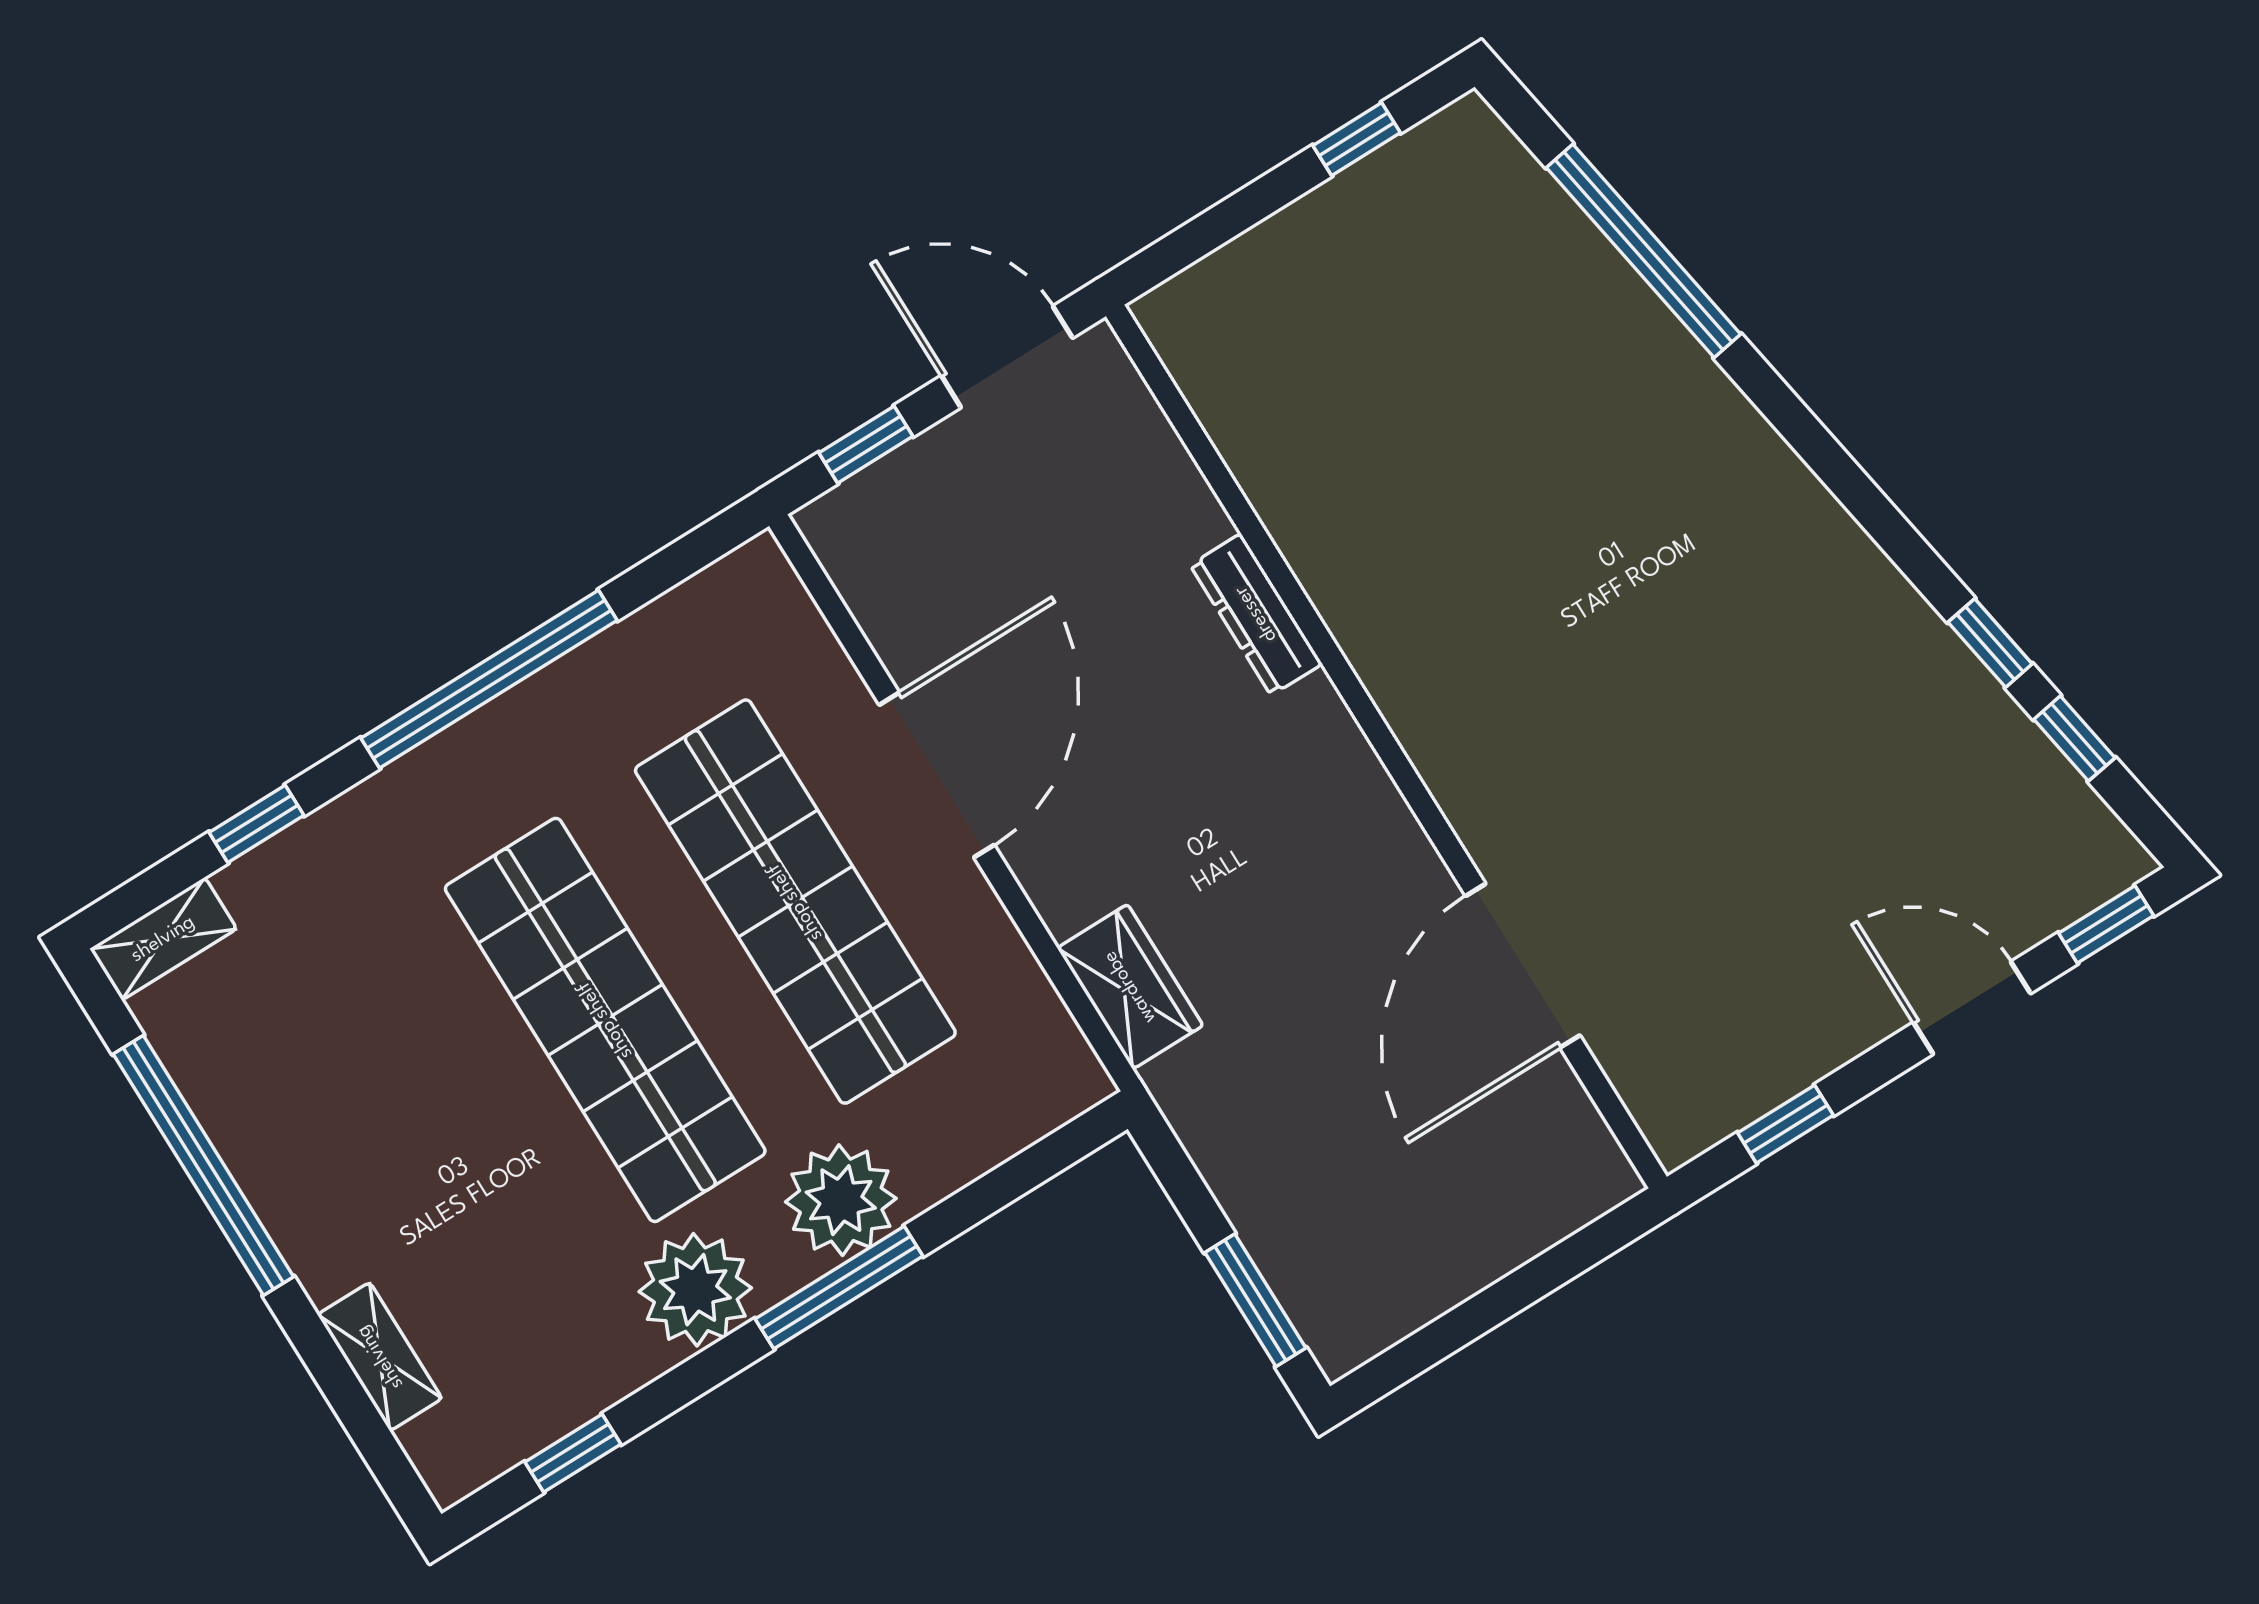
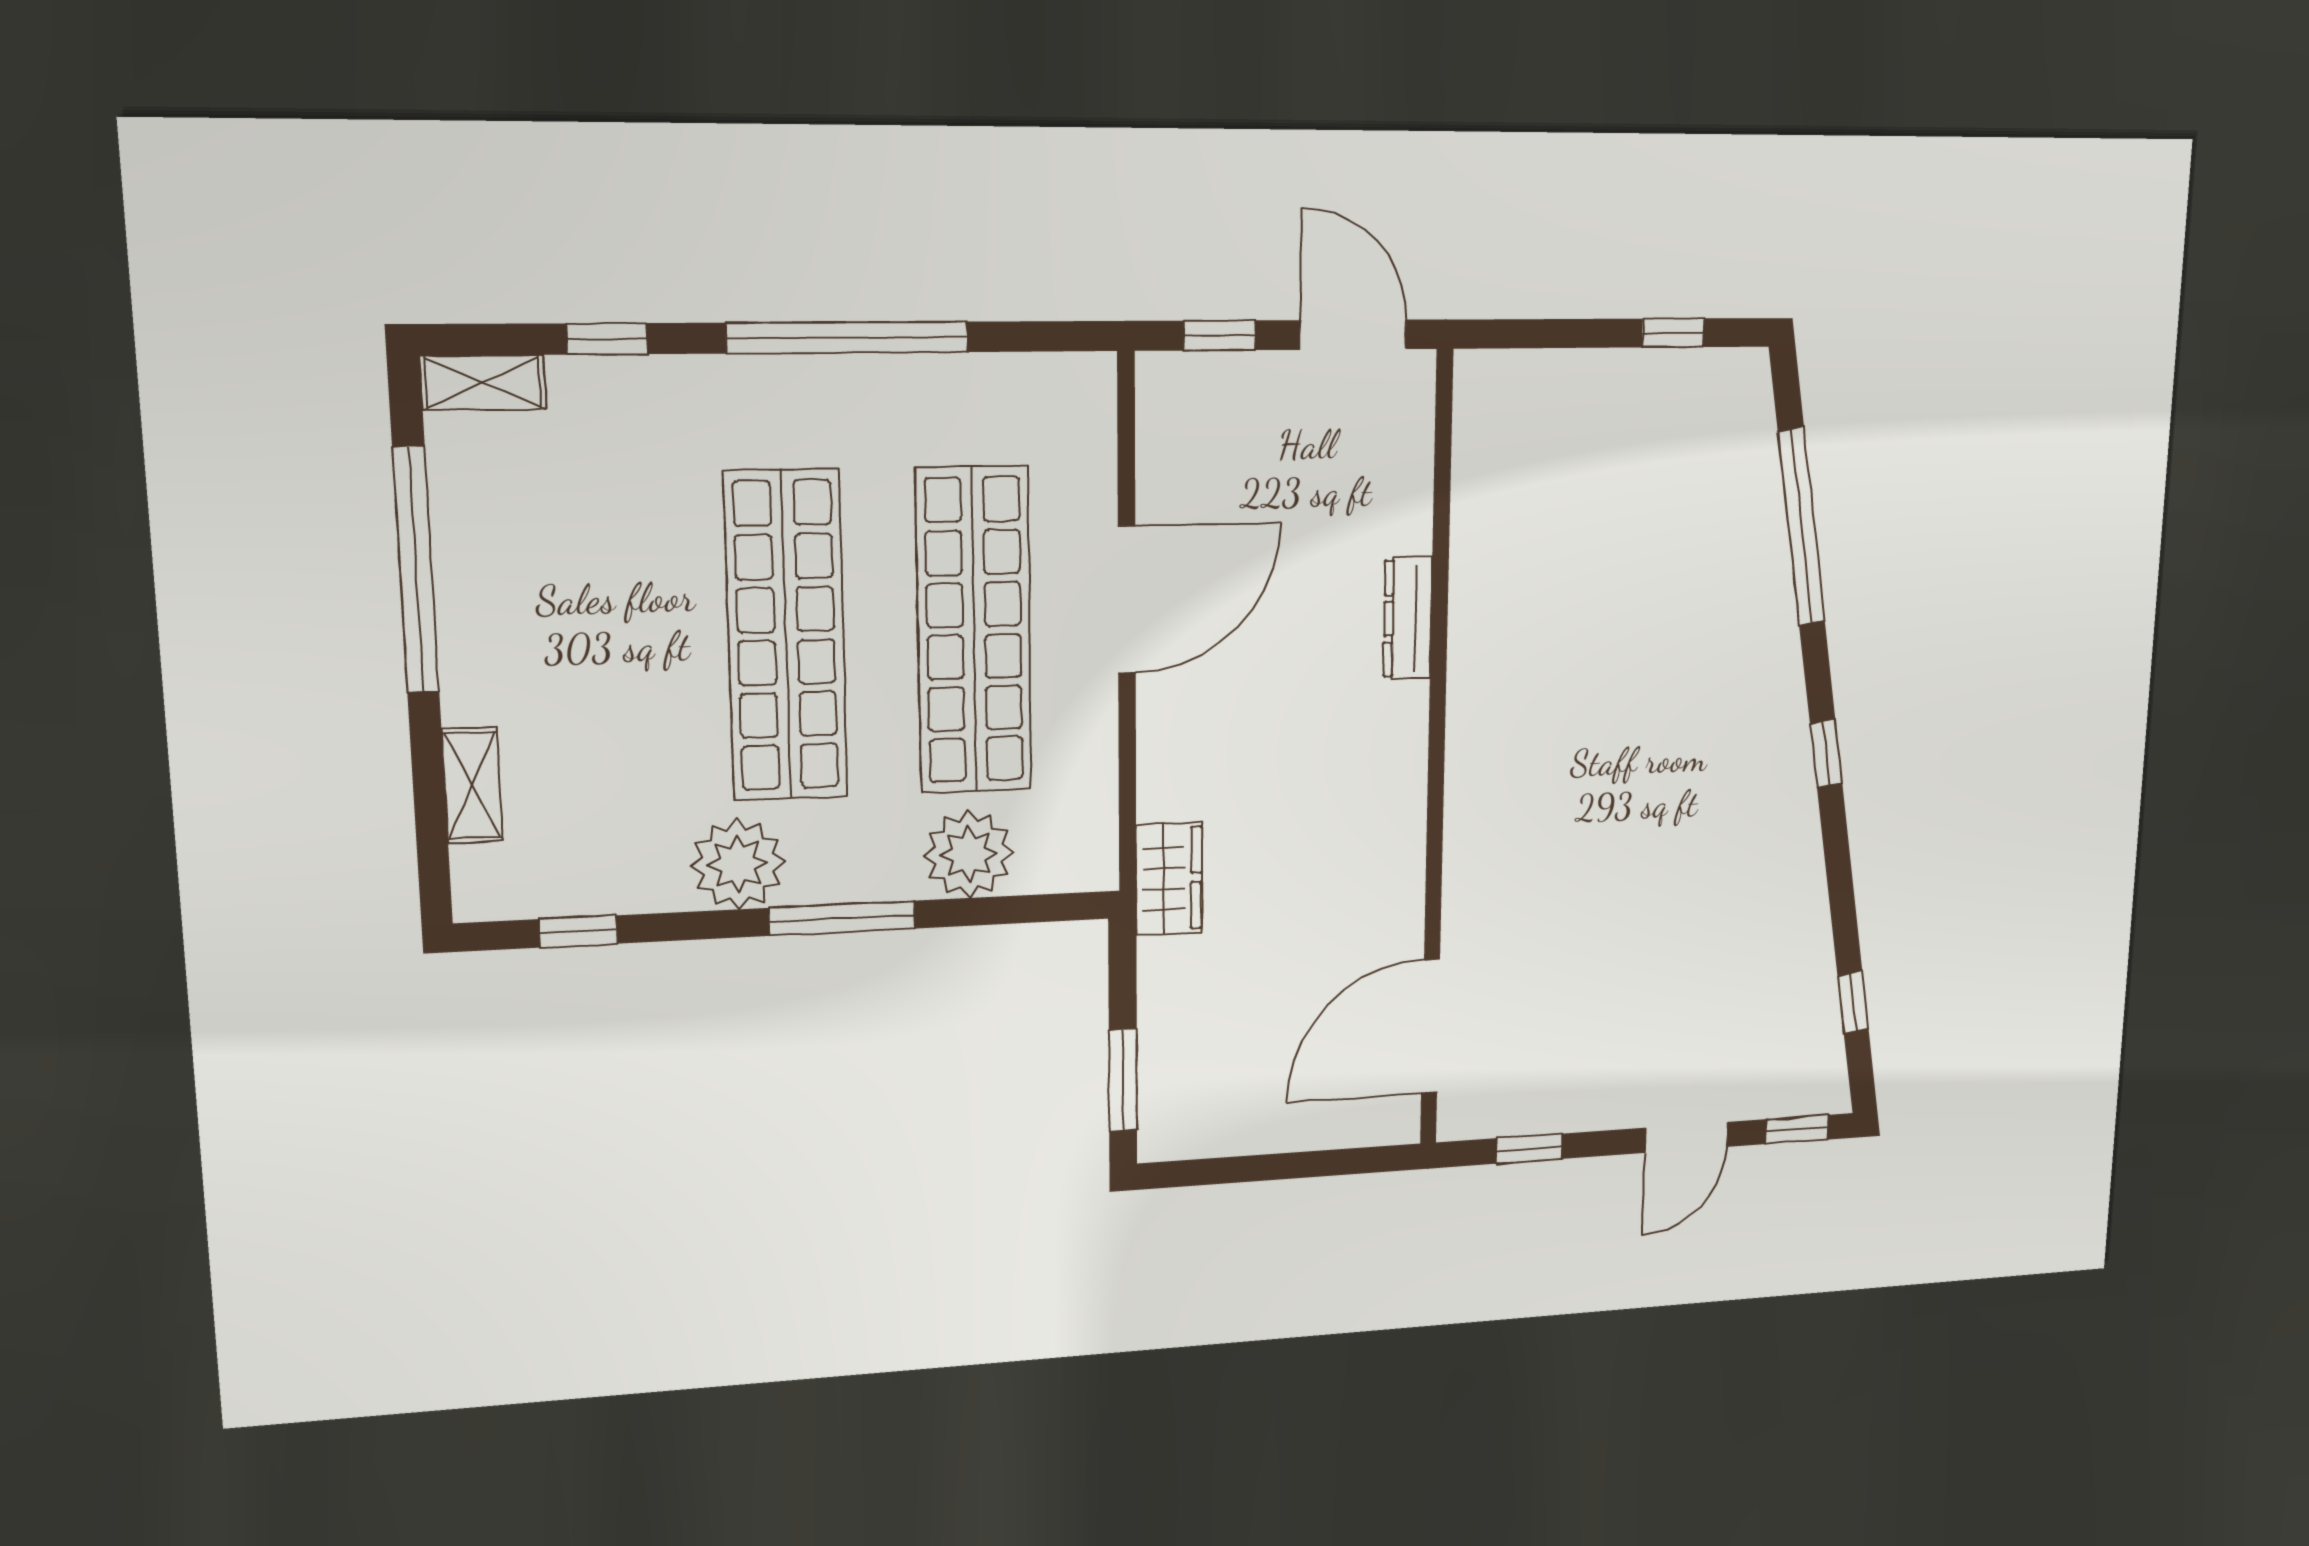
window: (1990, 643) -> (1826, 754), moved
door: (1523, 966) -> (1431, 1027), moved
wardrobe: (1130, 987) -> (1169, 879), moved
door: (1972, 1008) -> (1687, 1137), swing flipped
plant: (841, 1200) -> (969, 854), moved

